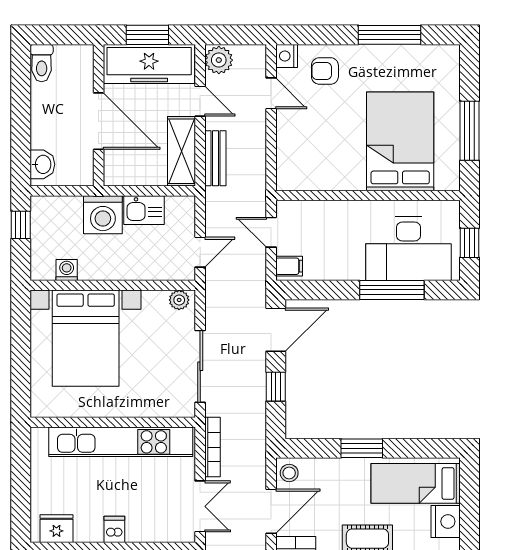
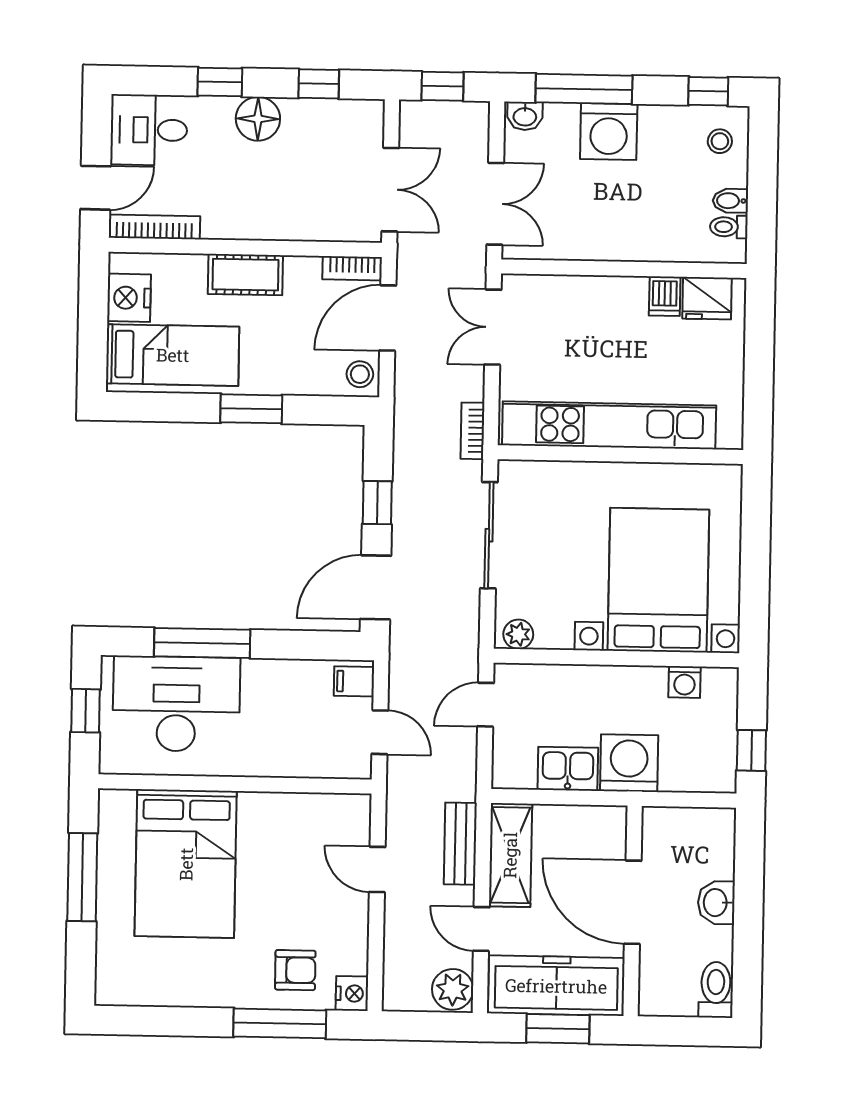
window: (390, 35) -> (280, 1023), moved
door: (271, 93) -> (377, 870), moved
washbasin: (42, 164) -> (716, 903), moved
bookcase: (213, 447) -> (473, 431), width x0.64
dishwasher: (114, 529) -> (665, 296), moved

